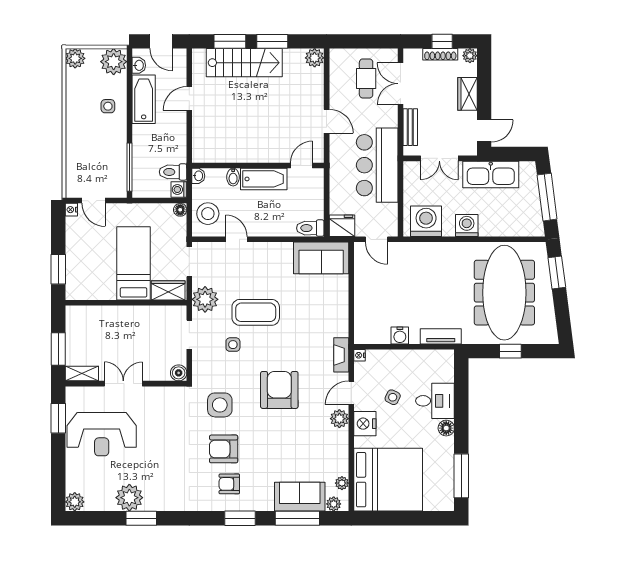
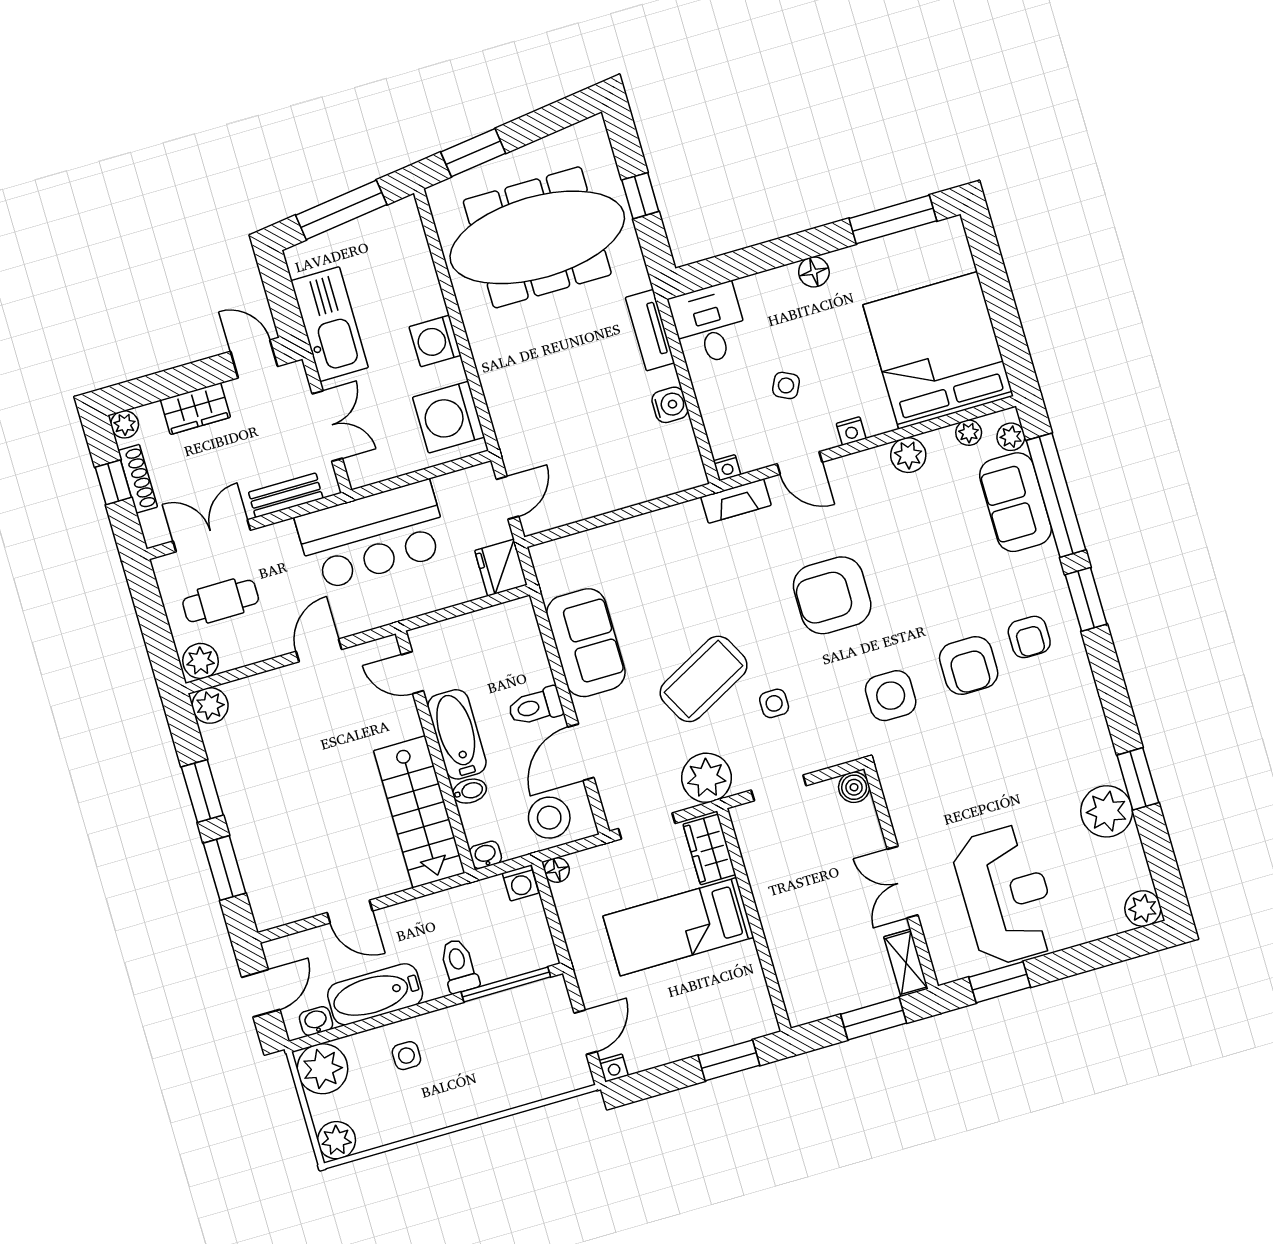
plant: (339, 59) -> (201, 661), added
stairs: (244, 63) -> (419, 812), moved, turned 180
double door: (401, 84) -> (212, 536), swing flipped
toilet: (173, 172) -> (459, 966), moved, turned 180
toilet: (310, 228) -> (535, 706), moved, turned 90
door: (236, 239) -> (581, 752), width x1.38
sofa: (321, 258) -> (586, 643), moved
coffee table: (256, 312) -> (704, 679), turned 62
desk: (435, 401) -> (709, 324), moved
plant: (339, 419) -> (908, 455), moved
nightstand: (365, 424) -> (851, 431), width x0.53, depth x0.56
window: (297, 518) -> (1056, 495), width x1.46

